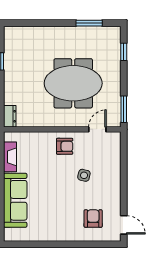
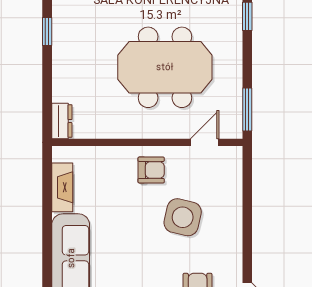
side table: (84, 175) -> (183, 217), width x1.87, depth x1.87

